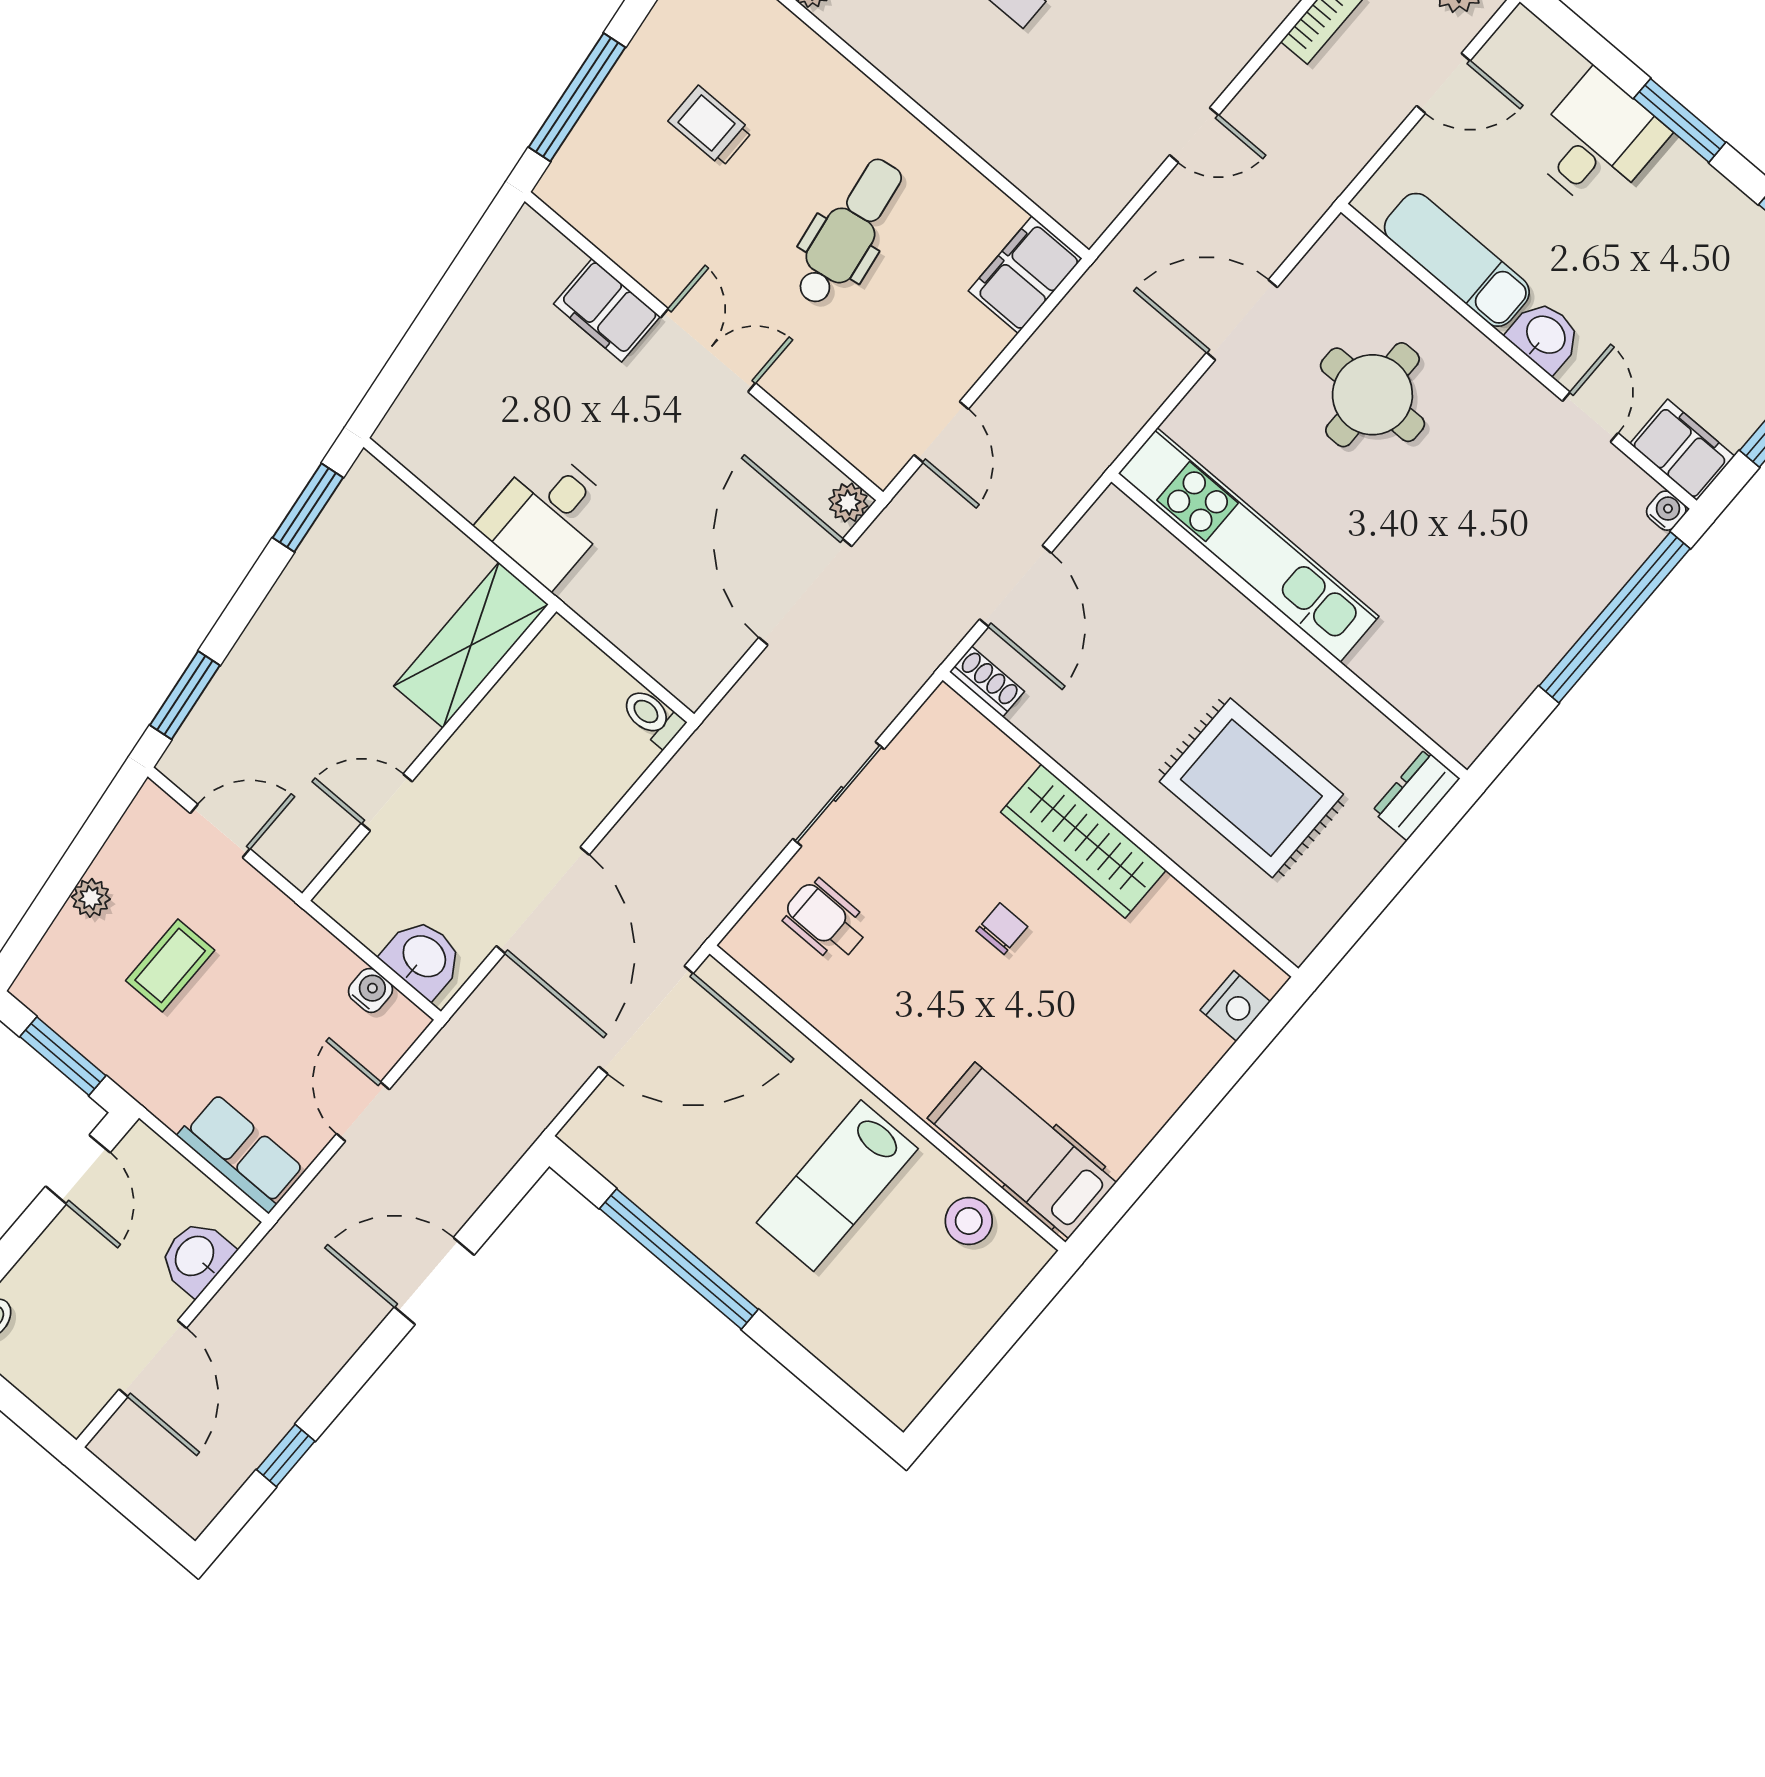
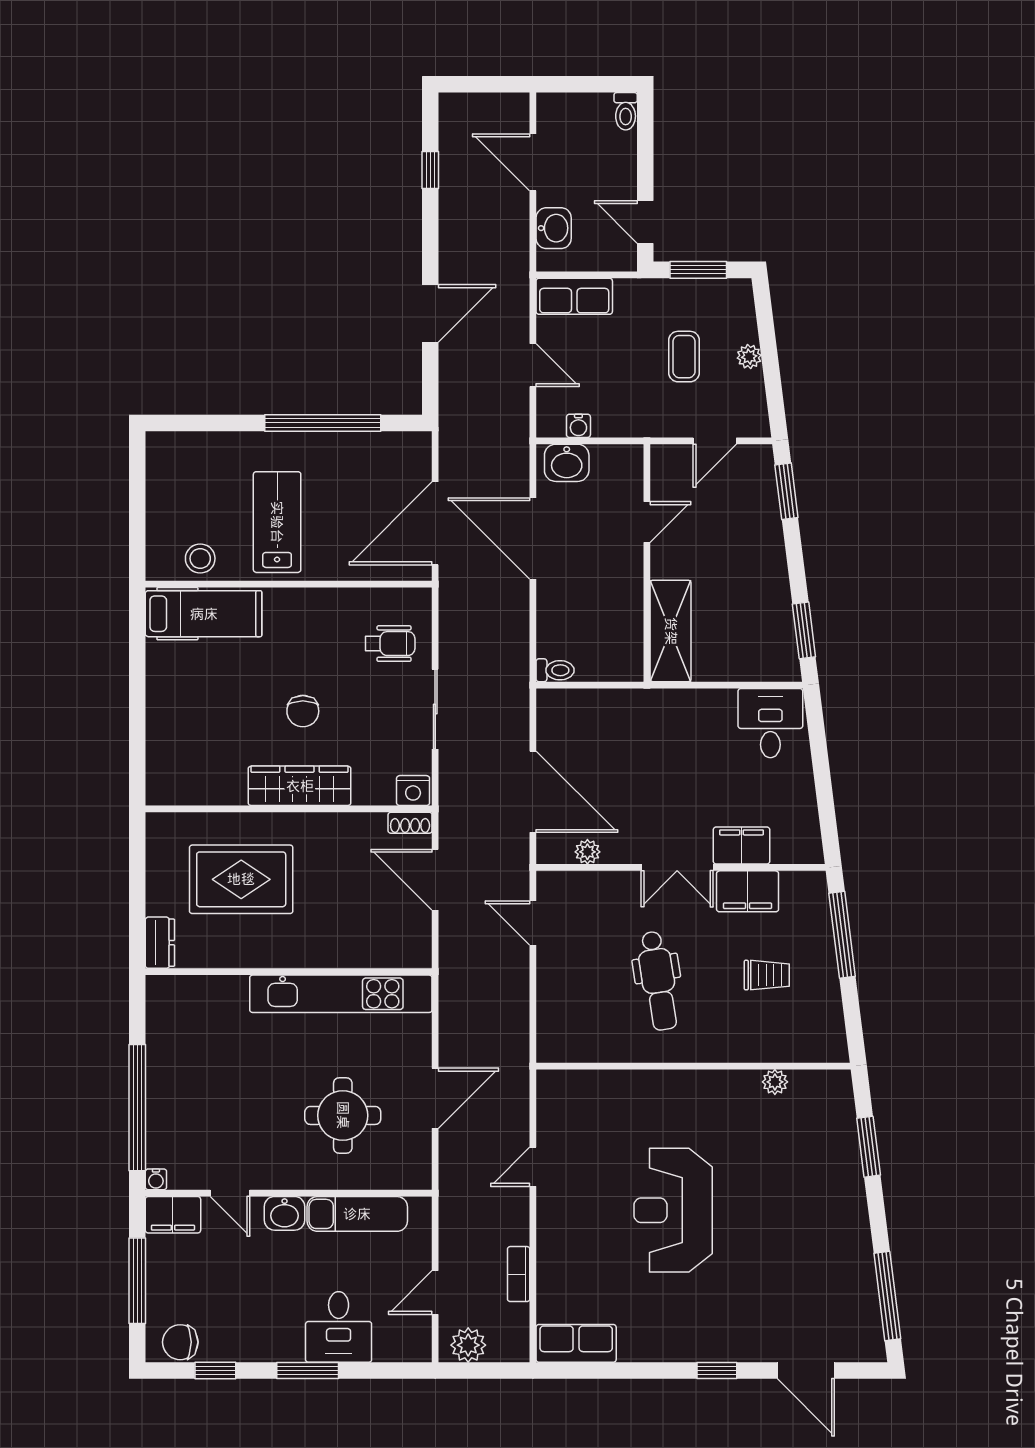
filing cabinet: (1025, 275) -> (748, 891), moved, turned 90
plant: (848, 503) -> (587, 852), moved
desk: (548, 517) -> (770, 723), moved
chair: (1002, 929) -> (303, 711), width x1.37, depth x1.37
nightstand: (1235, 1006) -> (413, 791), moved, turned -90

